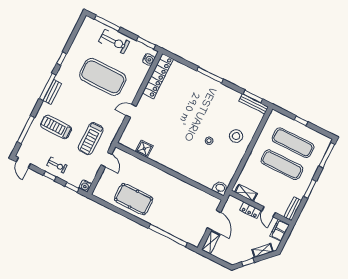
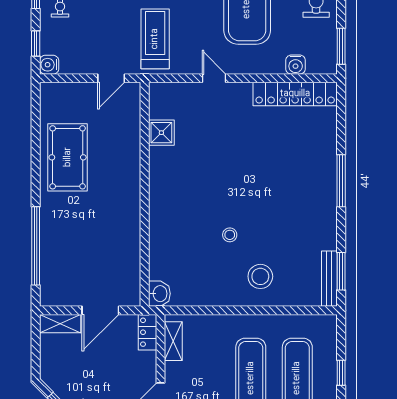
water cooler: (149, 60) -> (296, 65), moved
treadmill: (91, 139) -> (155, 39), moved, turned 90
locker: (250, 210) -> (148, 332), moved

